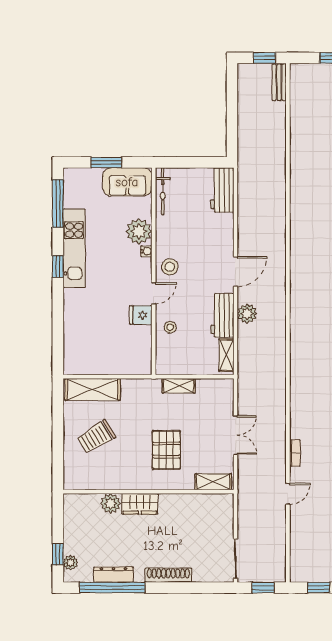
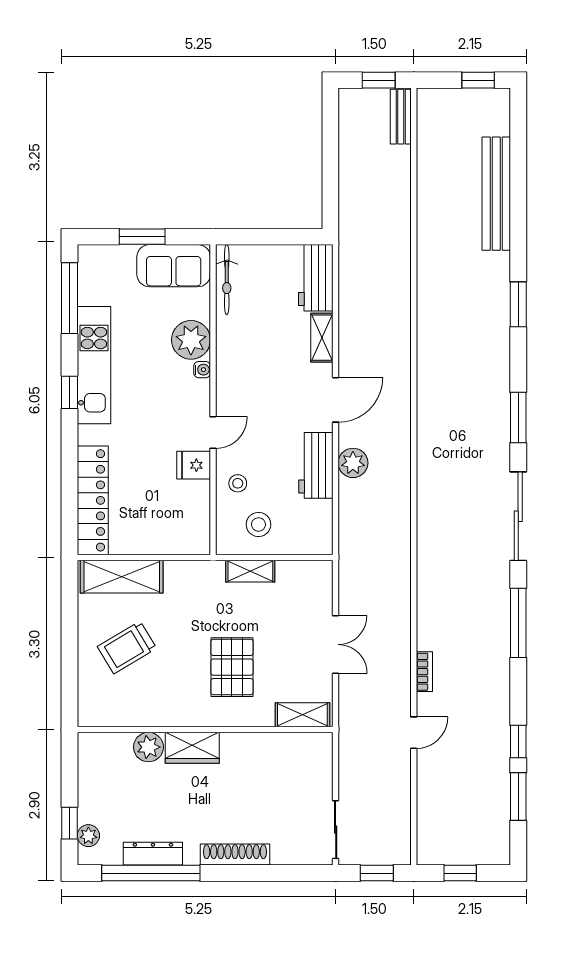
stool: (170, 267) -> (258, 524), moved
locker: (73, 339) -> (93, 500), added
shelving: (226, 355) -> (322, 338), moved

